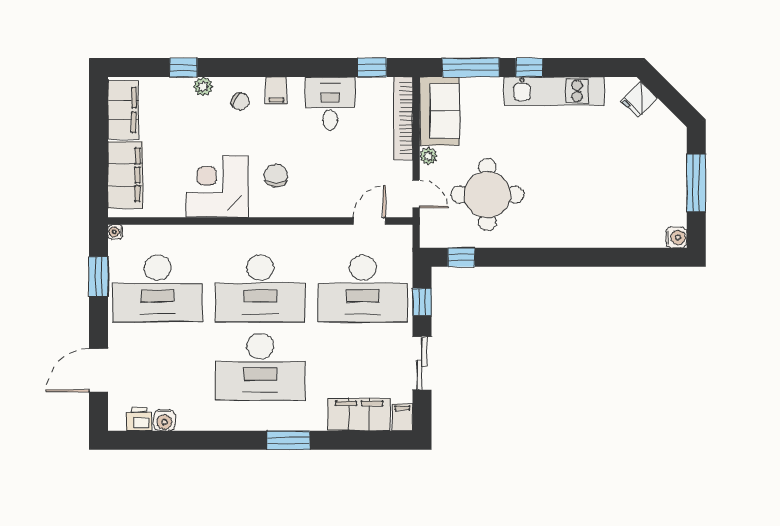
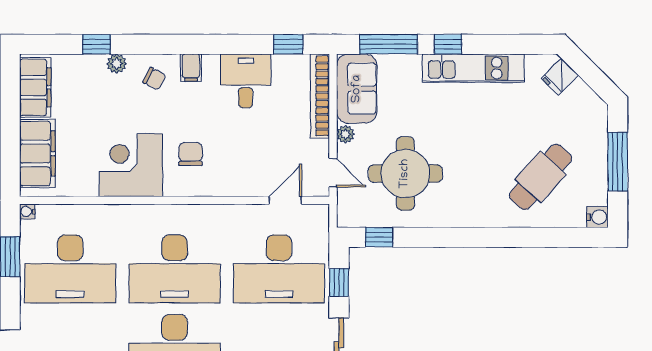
cafe table: (620, 198) -> (541, 177), added

